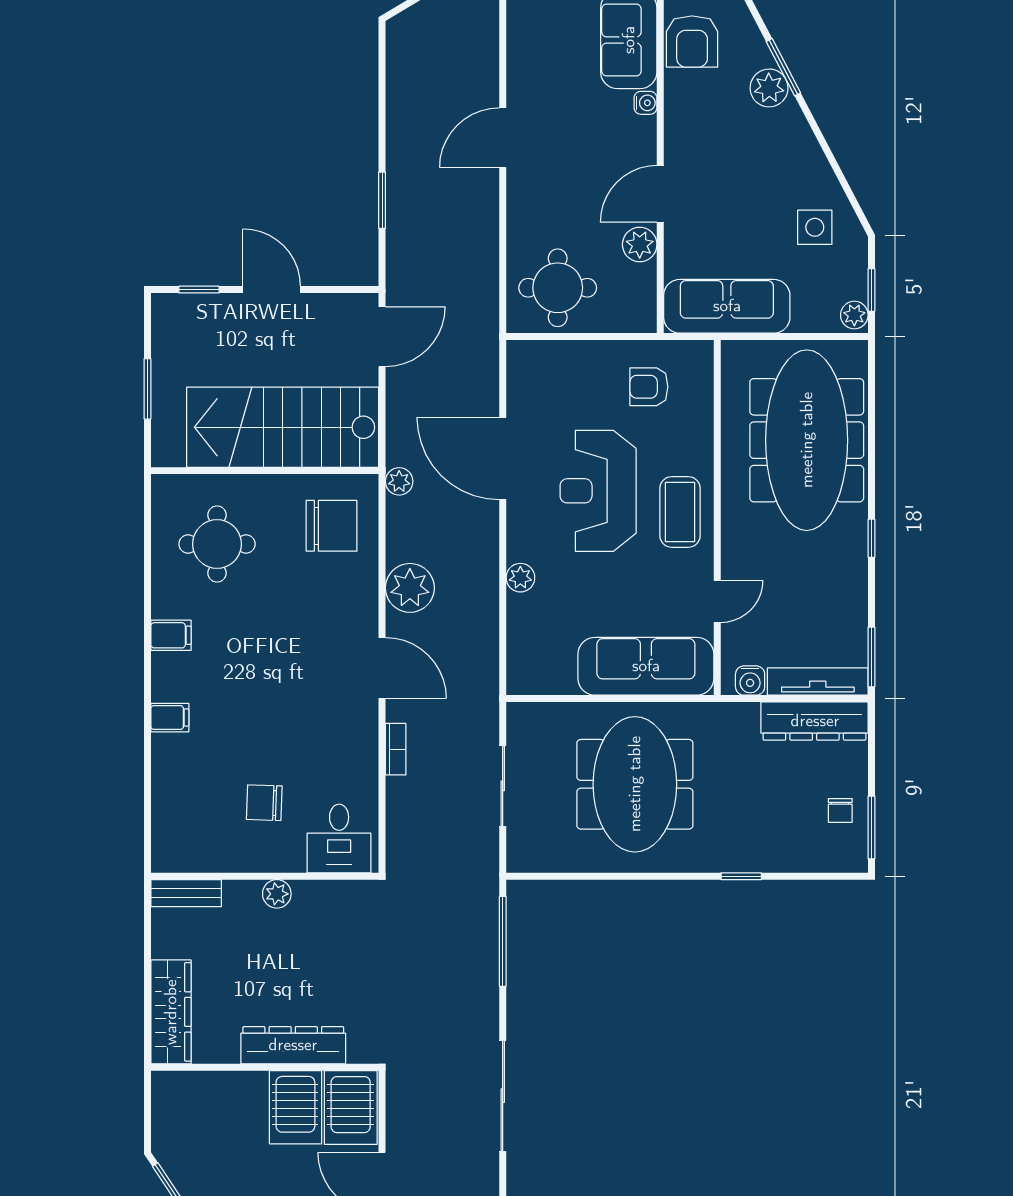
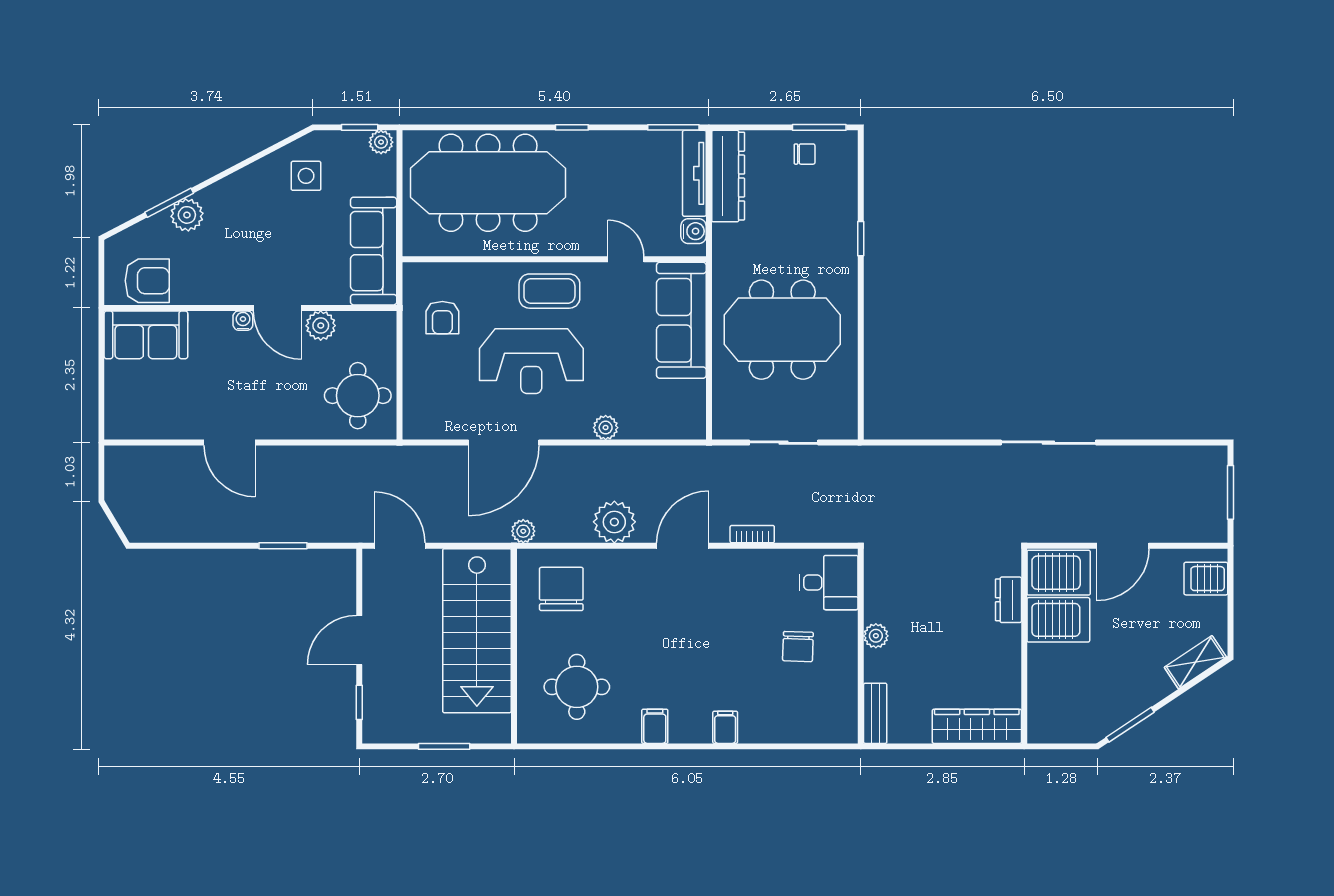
water cooler: (645, 103) -> (243, 321), moved
window: (503, 941) -> (917, 443), removed
dresser: (293, 1045) -> (1008, 600), width x0.51, depth x0.80

